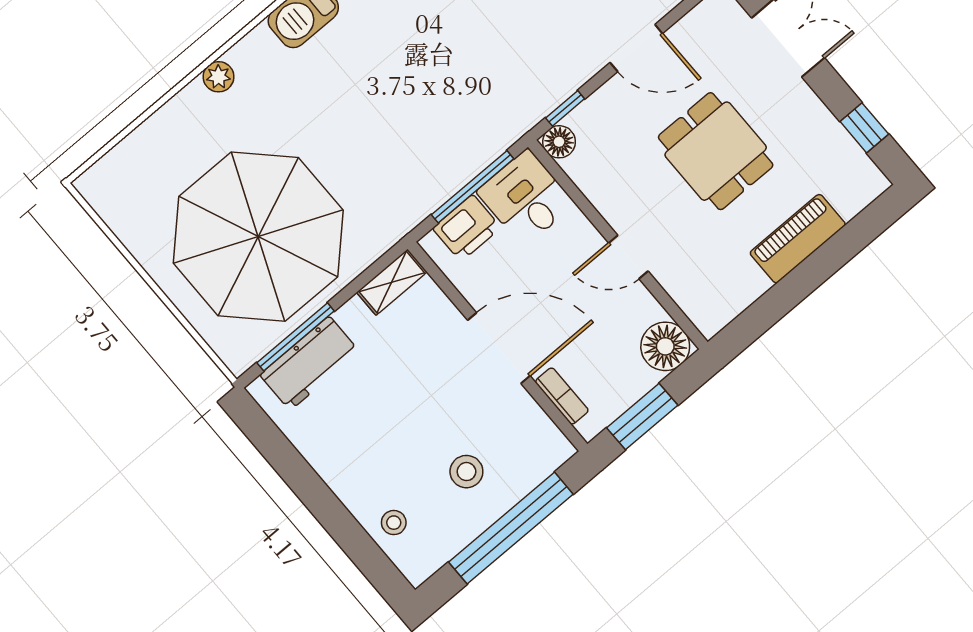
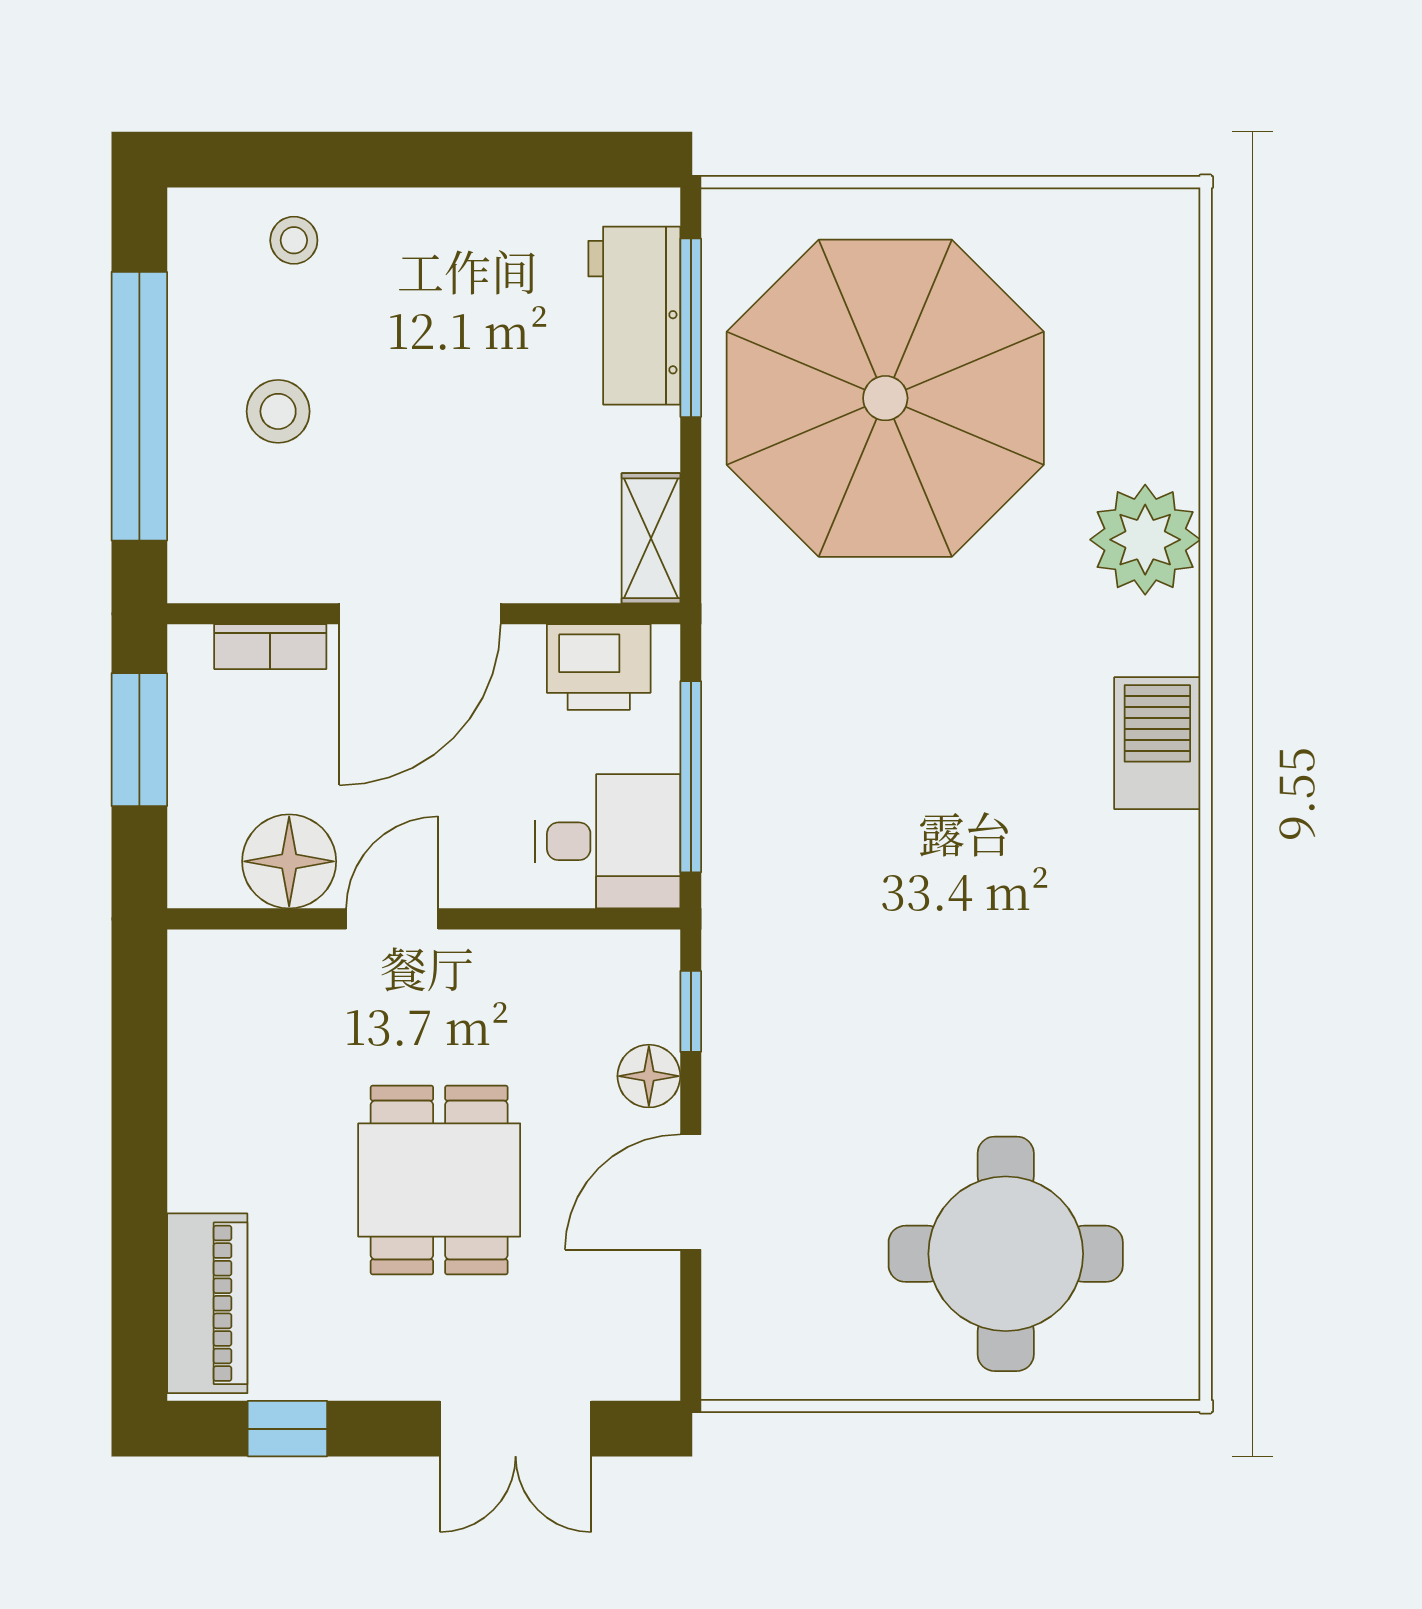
plant: (219, 77) -> (1145, 540), width x1.87, depth x1.87
floor lamp: (559, 142) -> (649, 1076), moved
dining table: (716, 151) -> (439, 1180), turned 90
printer: (467, 228) -> (599, 667), moved, turned -90
piano: (798, 239) -> (207, 1303), moved
floor lamp: (665, 346) -> (289, 861), moved

